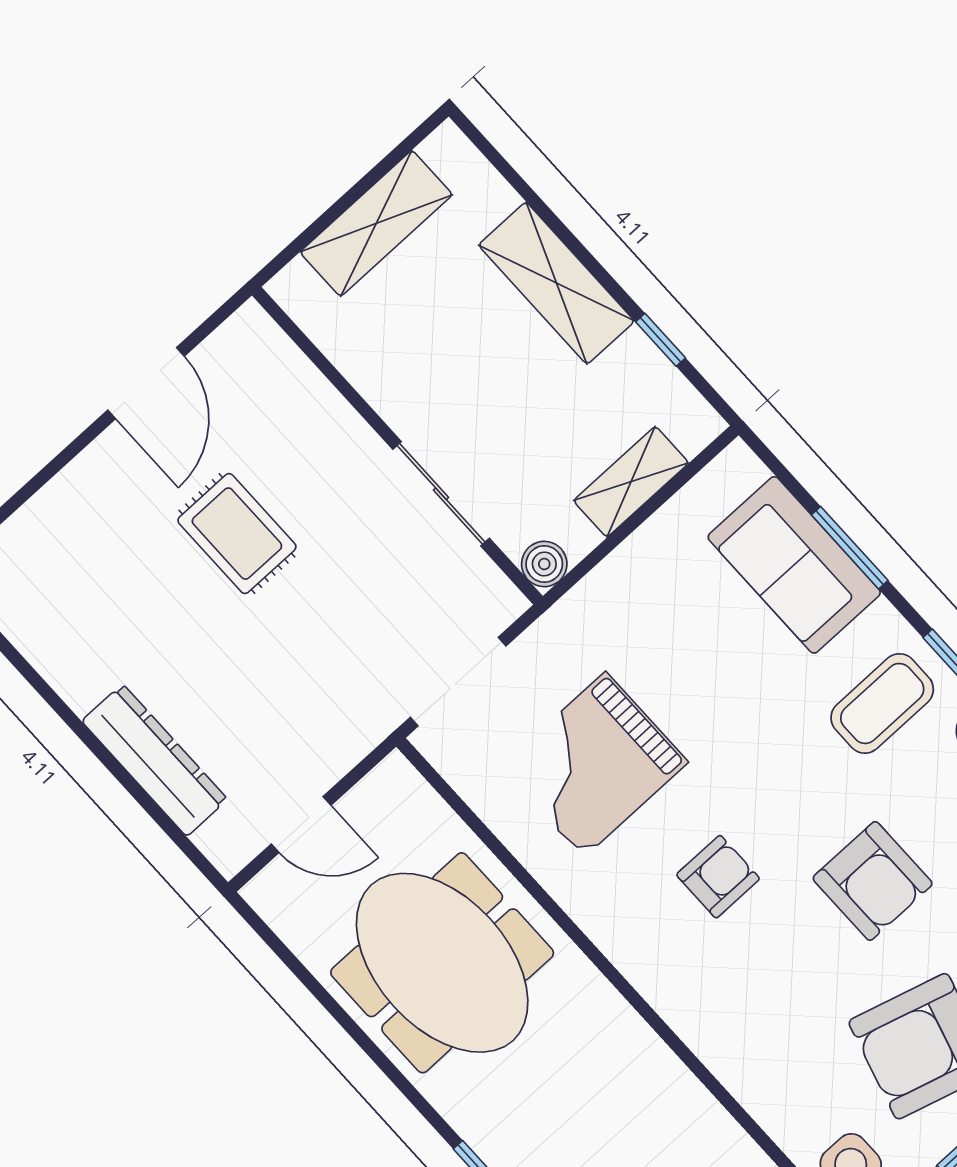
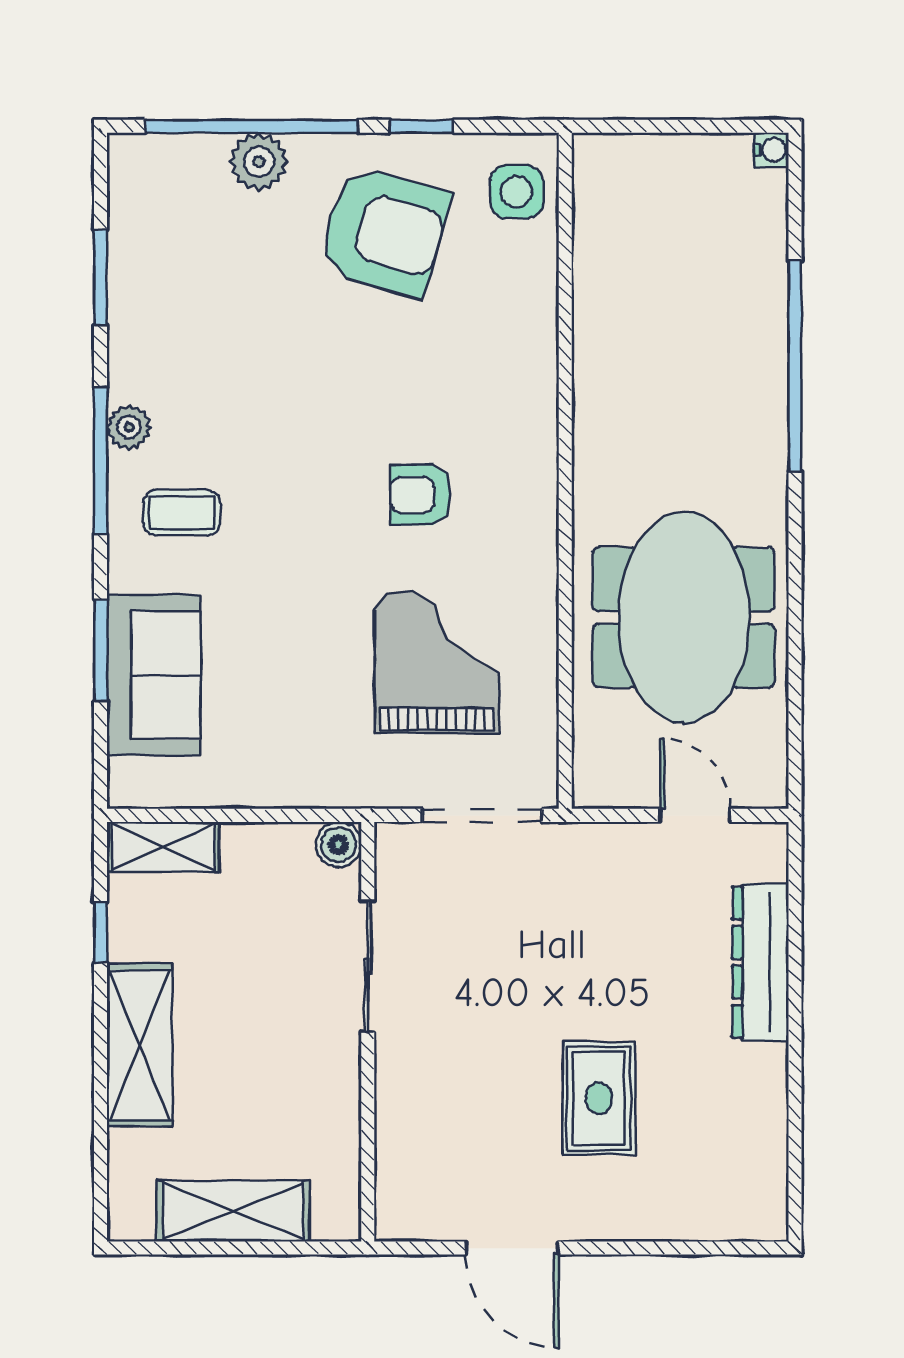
door: (146, 383) -> (512, 1248), swing flipped
shelving: (631, 482) -> (163, 847), moved
rug: (237, 534) -> (599, 1098), moved
coffee table: (882, 703) -> (182, 513), width x0.73, depth x0.77
grand piano: (594, 765) -> (437, 662), turned -90
armchair: (873, 881) -> (309, 387), removed

